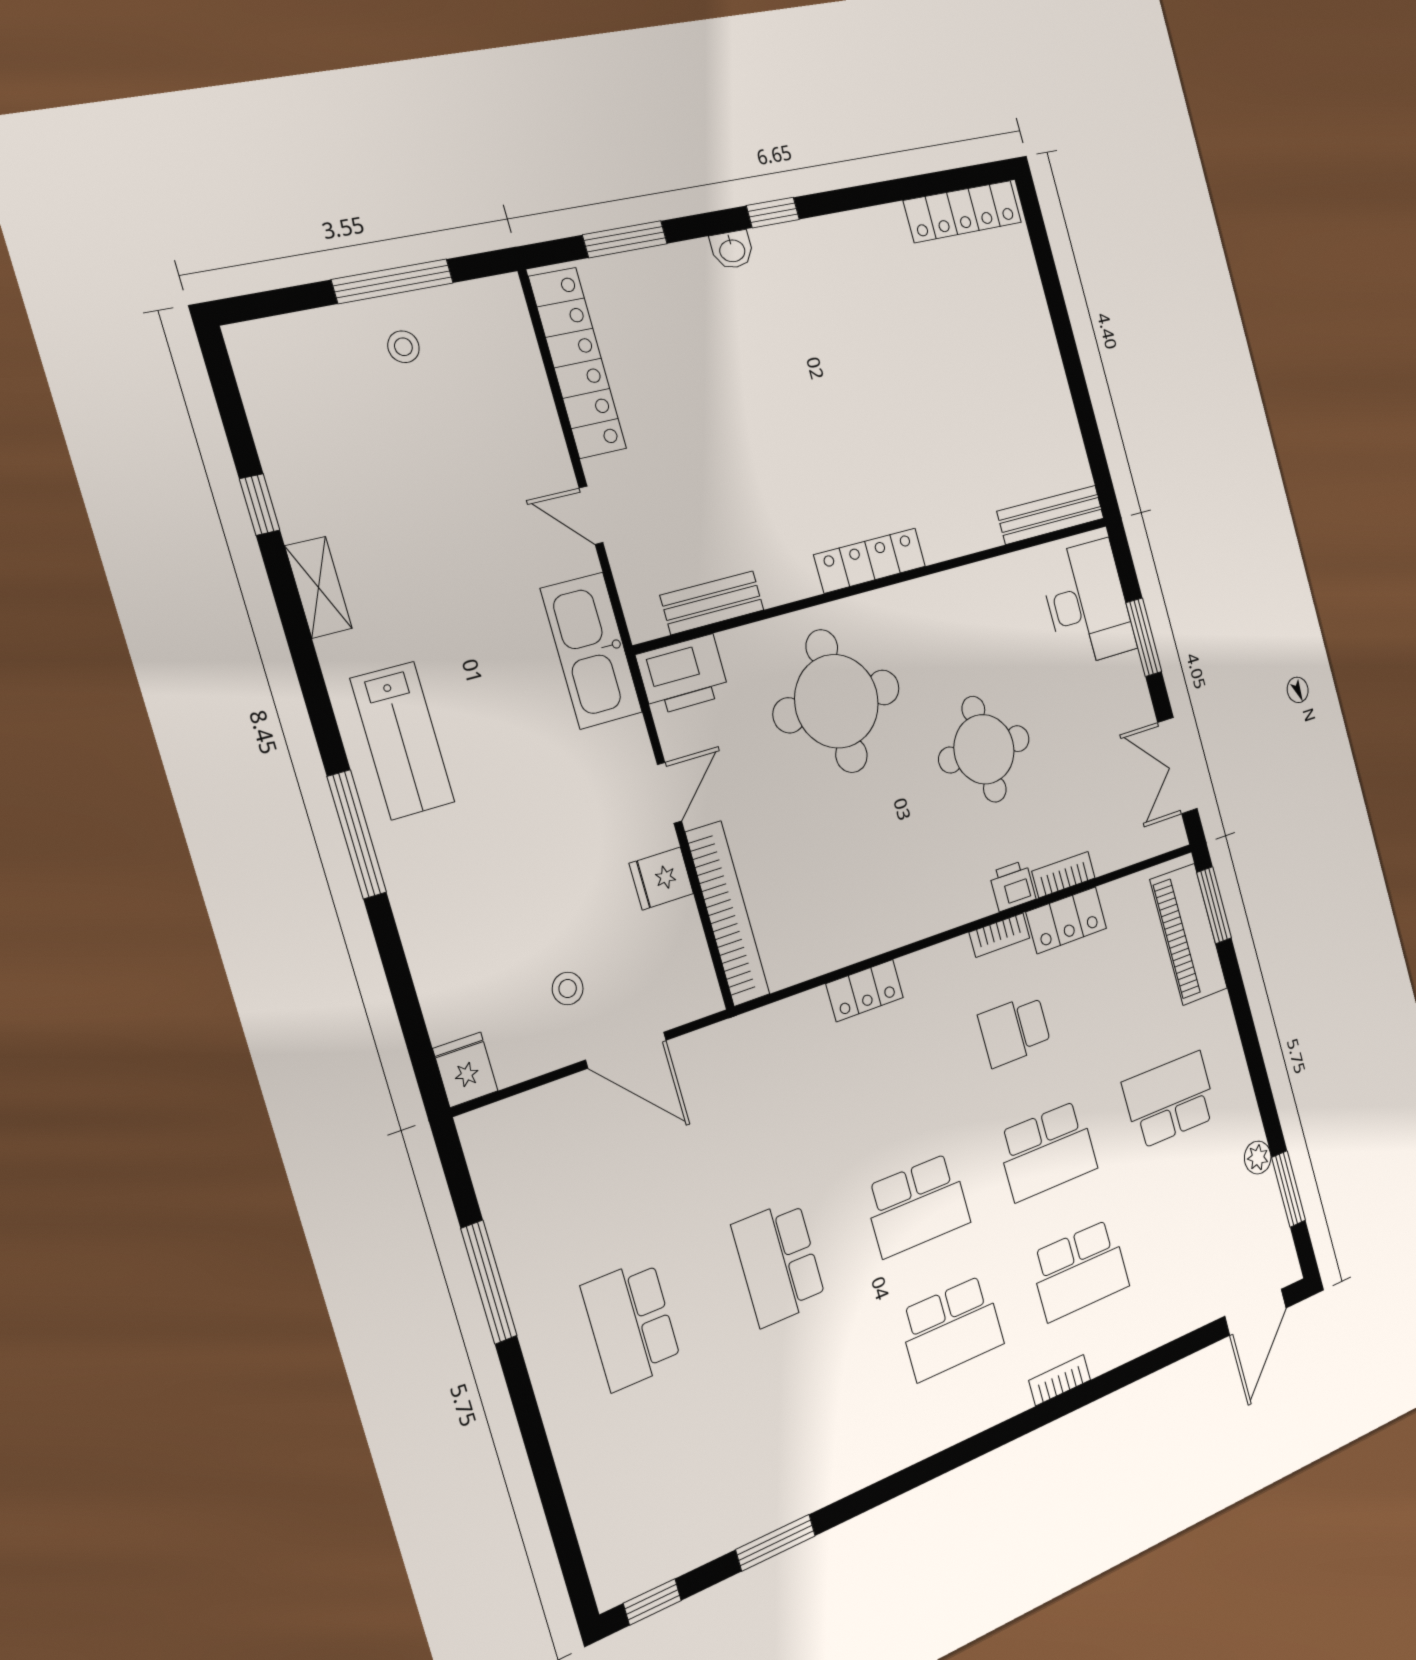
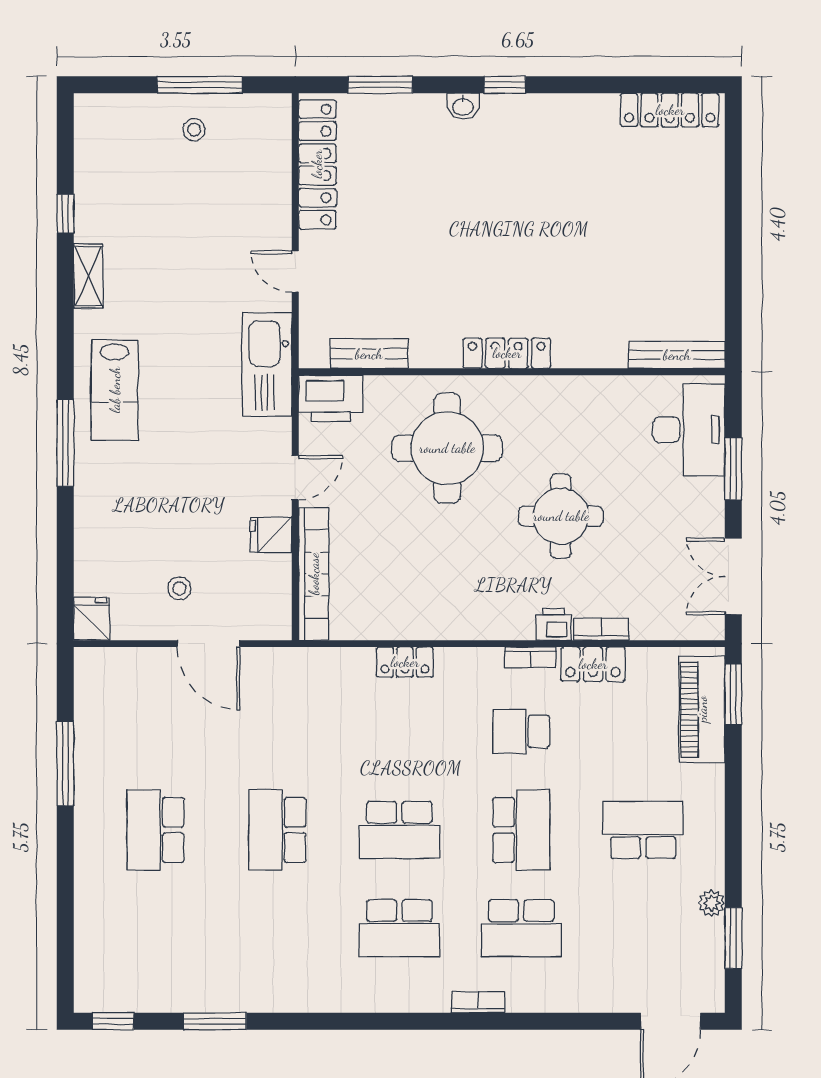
school desk: (1047, 1151) -> (521, 830), turned -90

